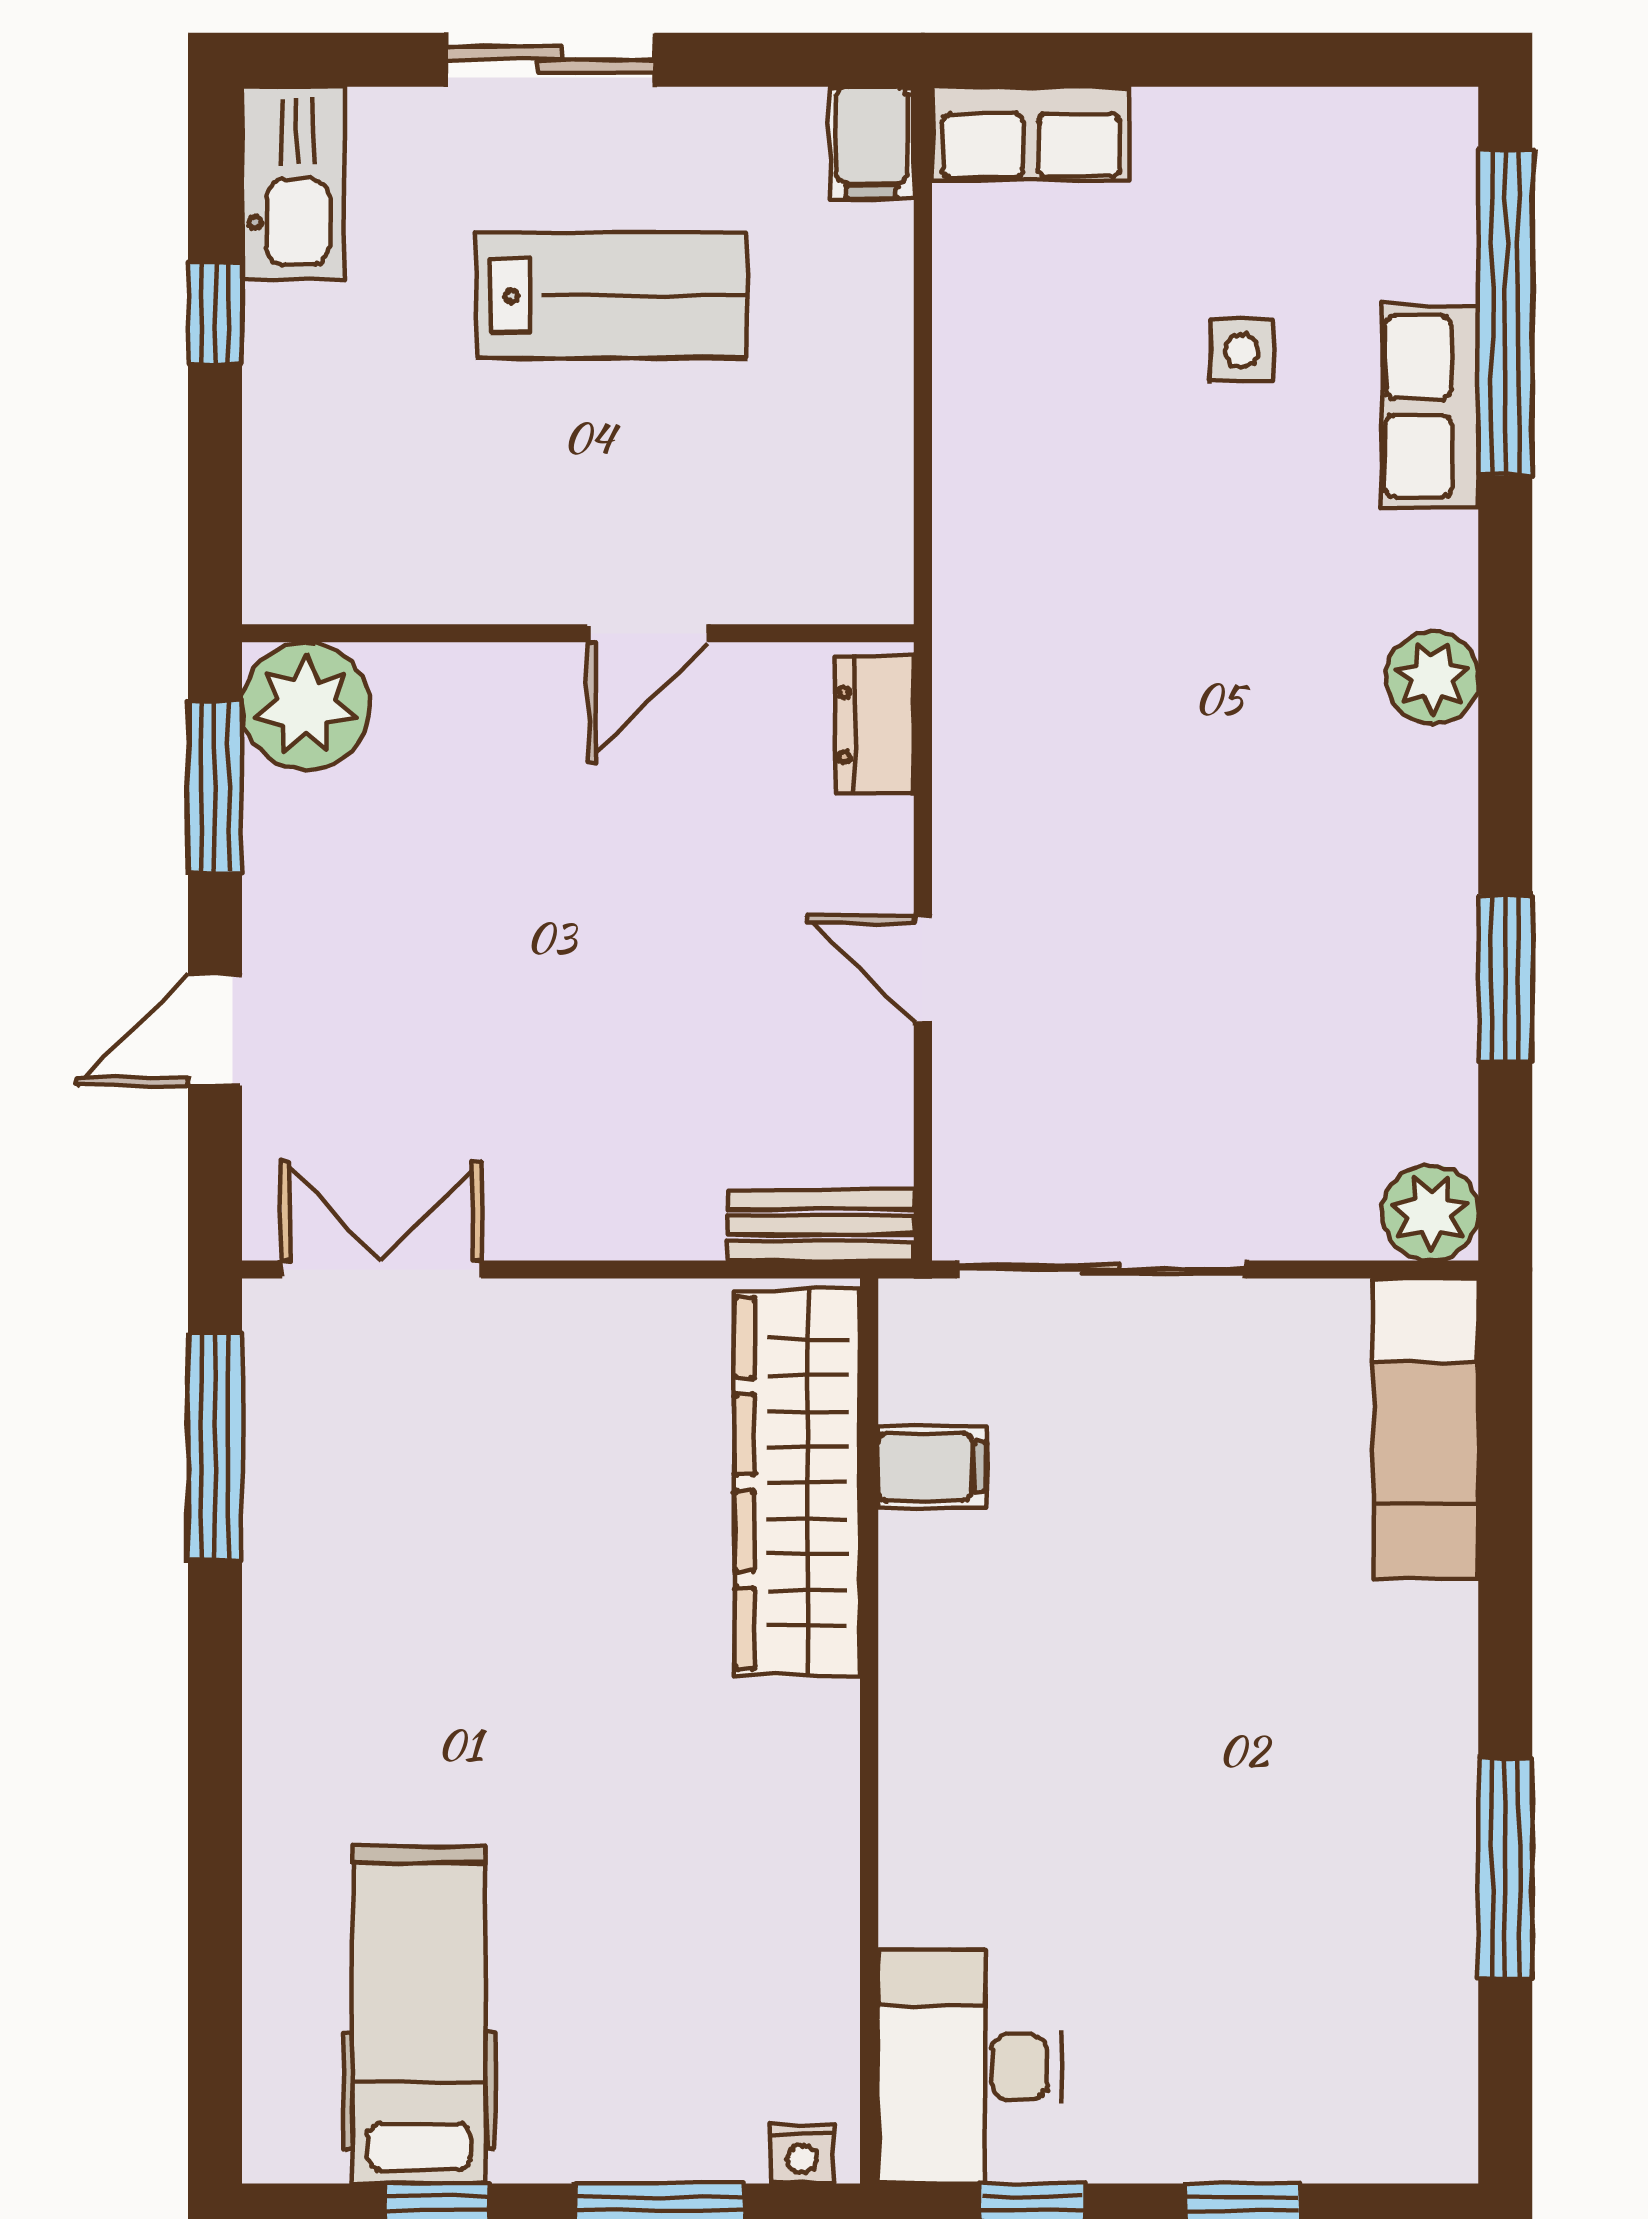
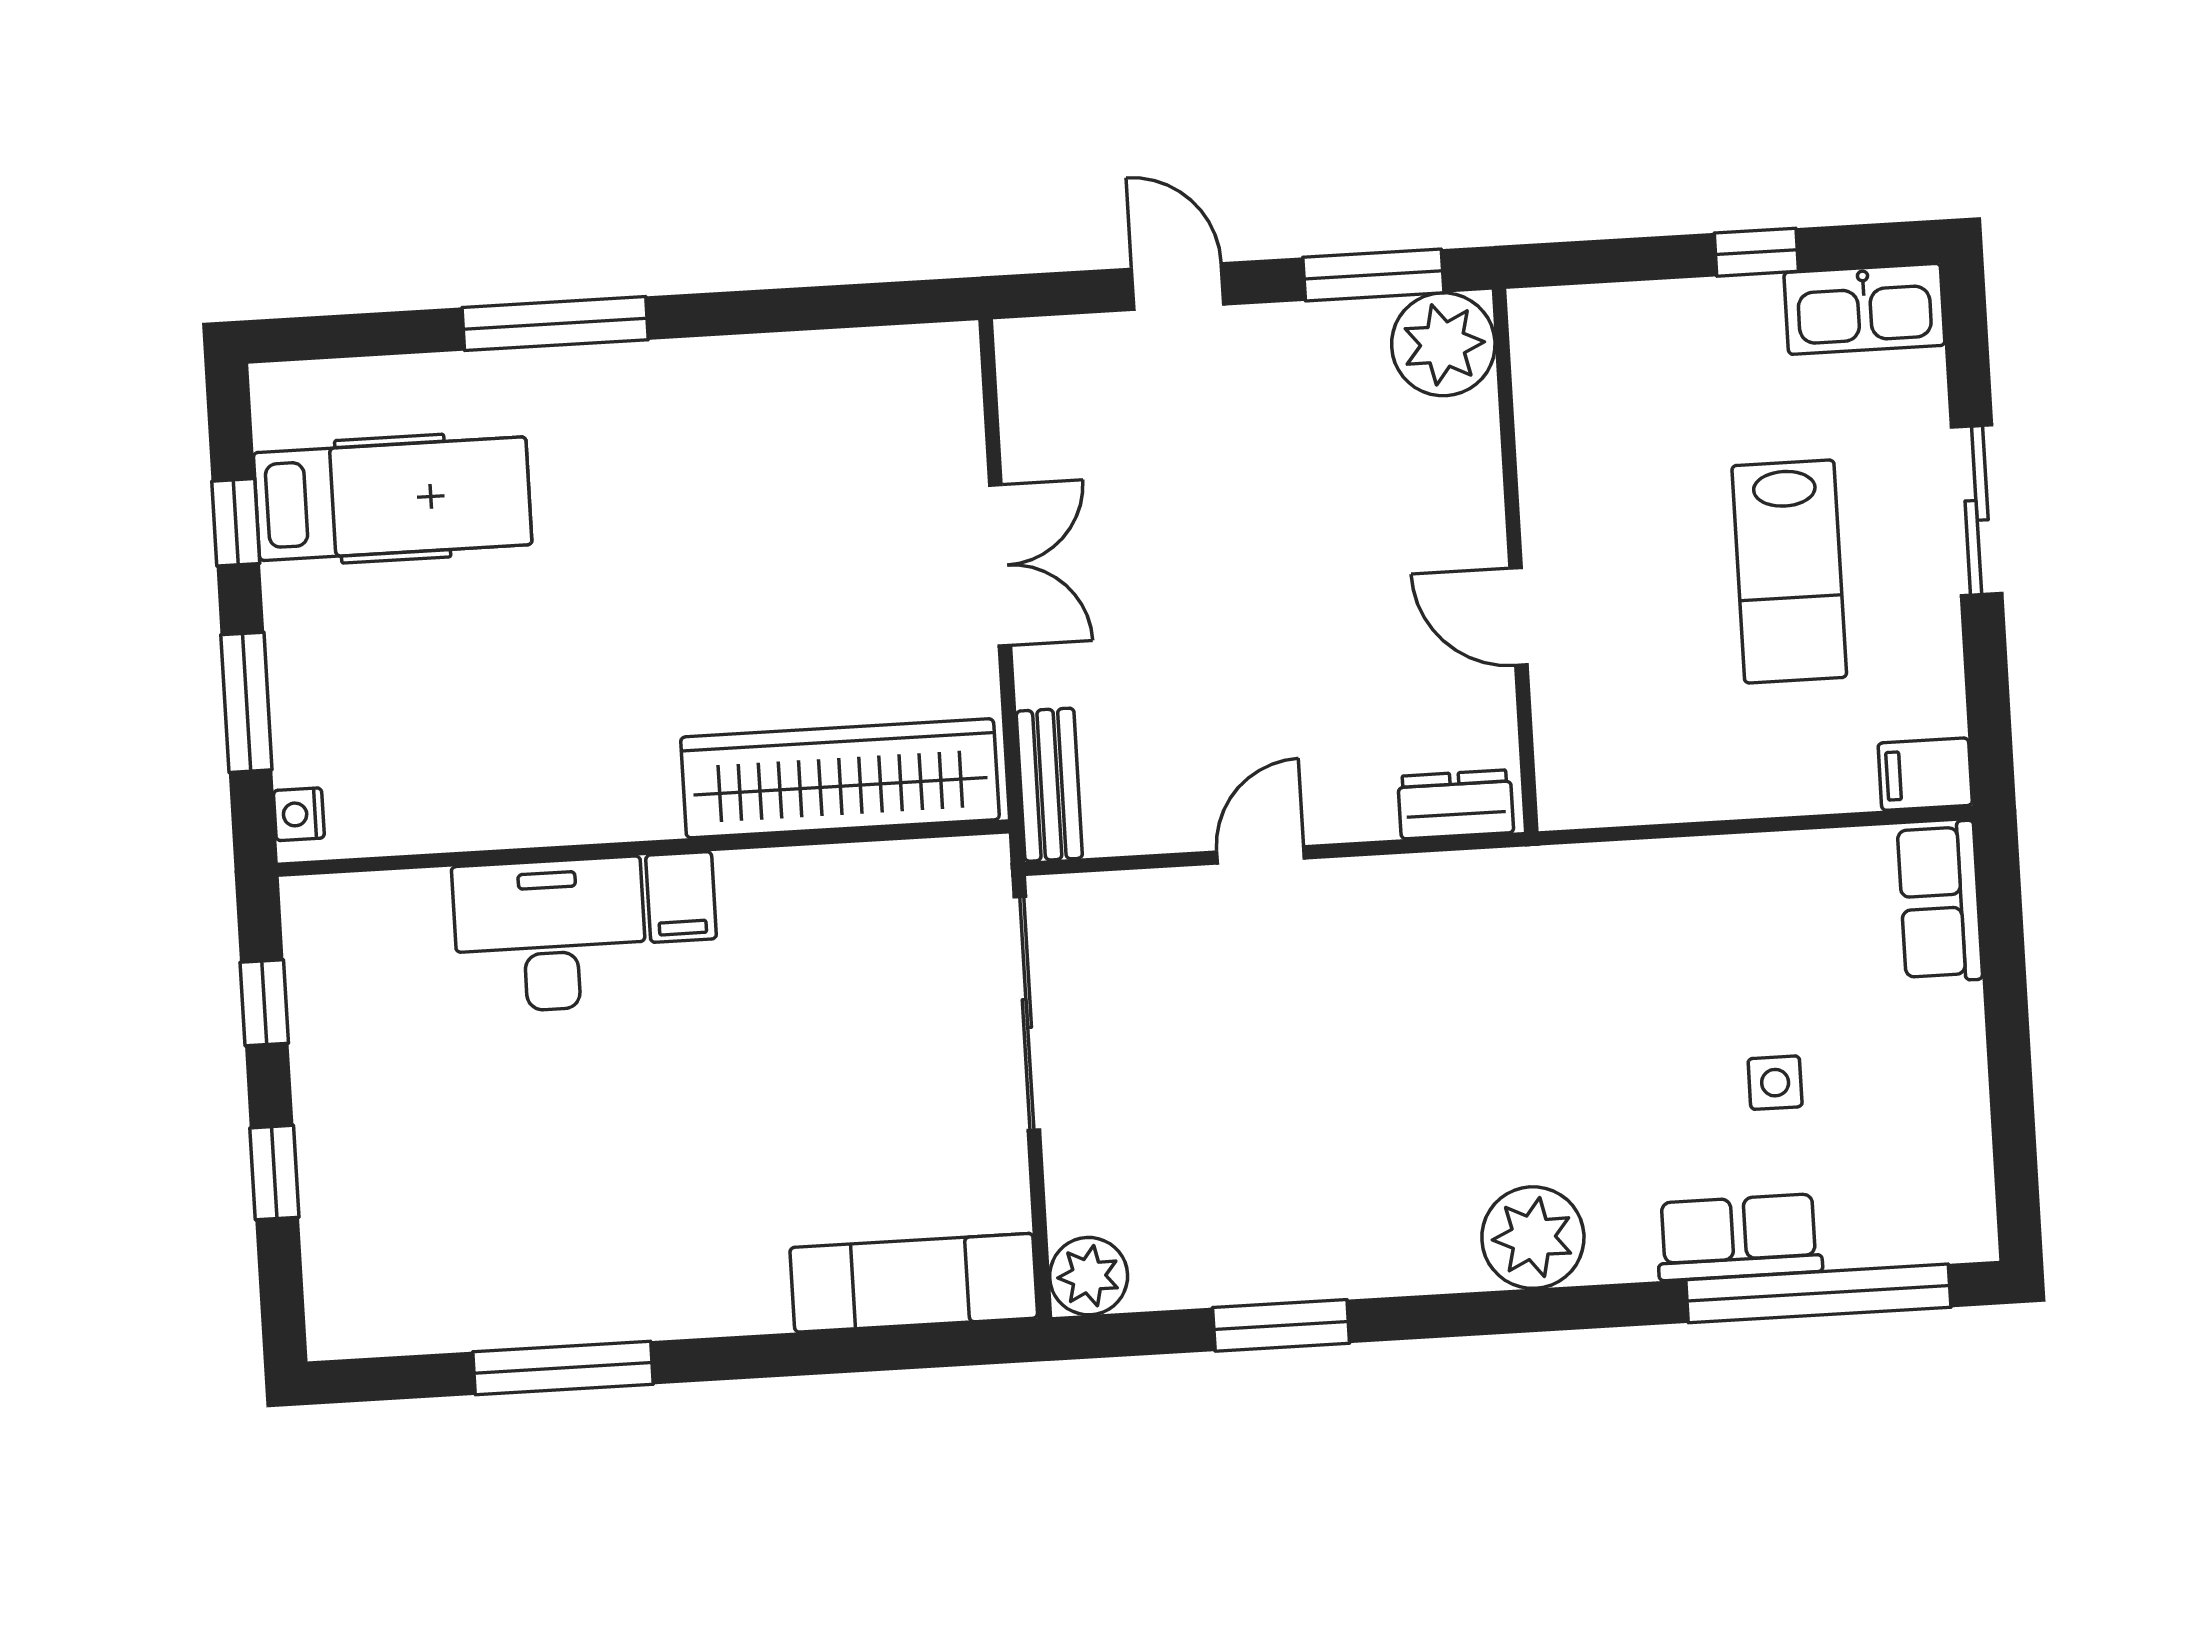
plant: (1432, 678) -> (1533, 1238), width x1.36, depth x1.36
double door: (382, 1269) -> (1000, 565), moved
window: (215, 1447) -> (555, 324), moved
filing cabinet: (932, 1467) -> (681, 897), moved
desk: (970, 2067) -> (550, 935), moved

